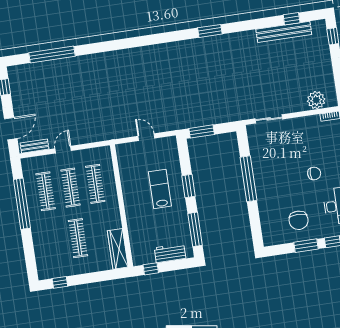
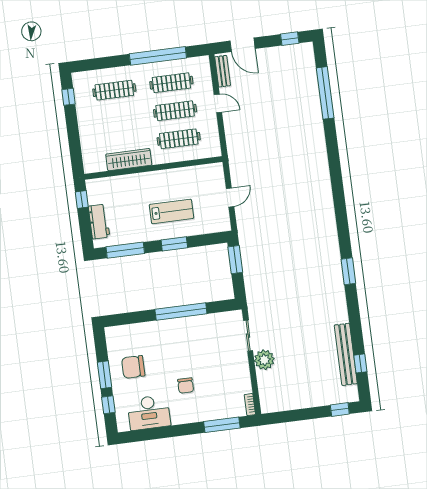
plant: (316, 100) -> (264, 360), moved
clothes rail: (78, 238) -> (114, 90), moved
wardrobe: (118, 249) -> (129, 160), moved

